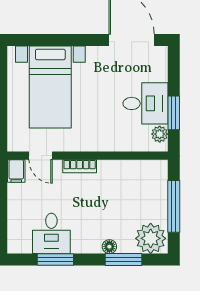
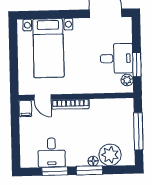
bookcase: (80, 166) -> (71, 104), width x1.56
plant: (151, 238) -> (110, 155), moved
window: (124, 260) -> (89, 170), moved

